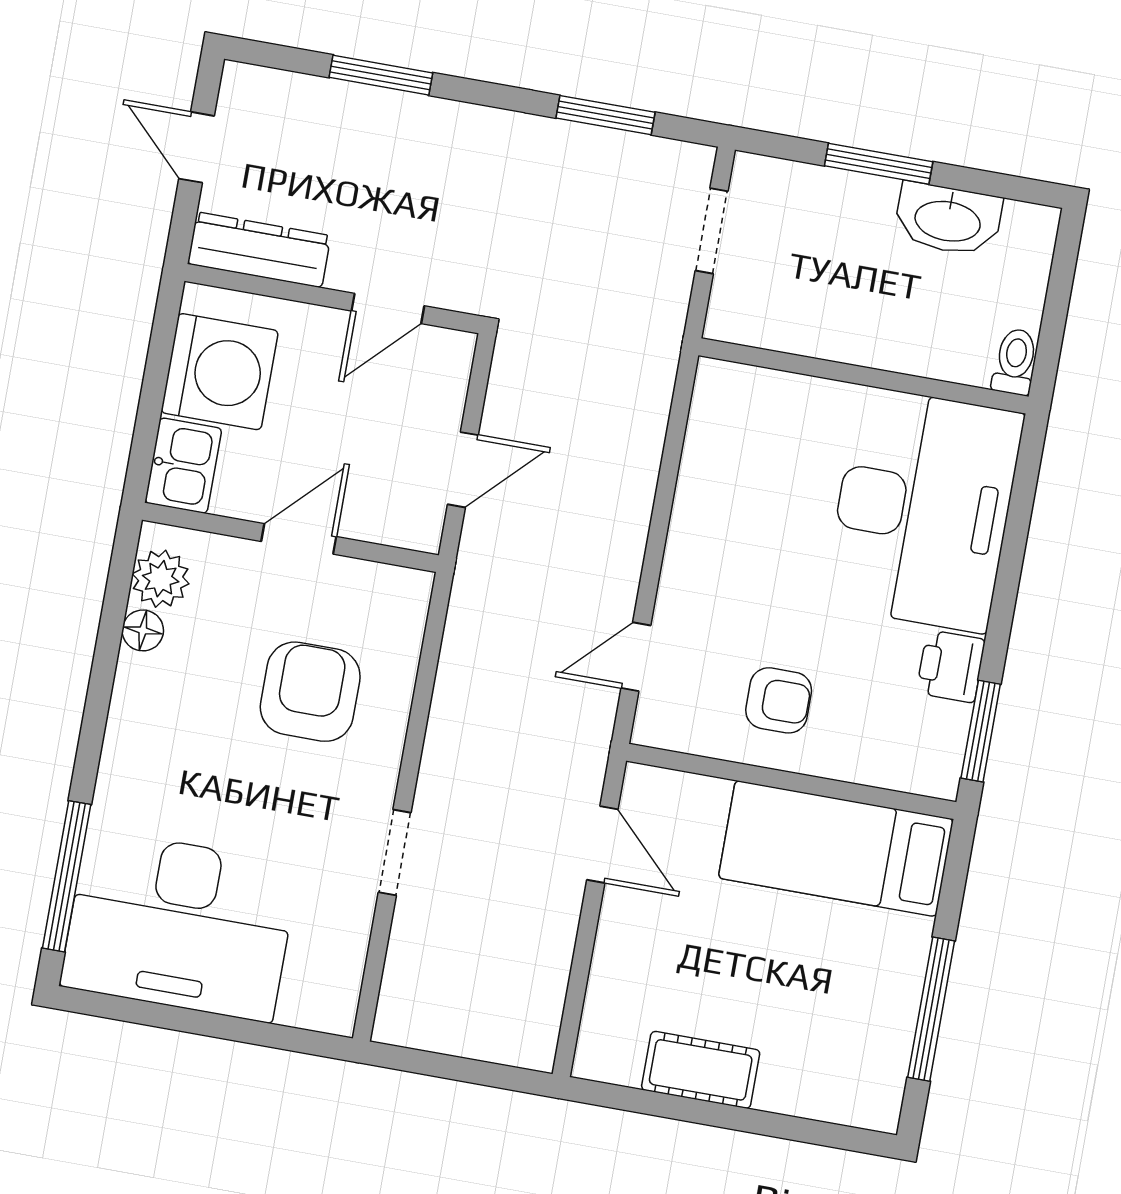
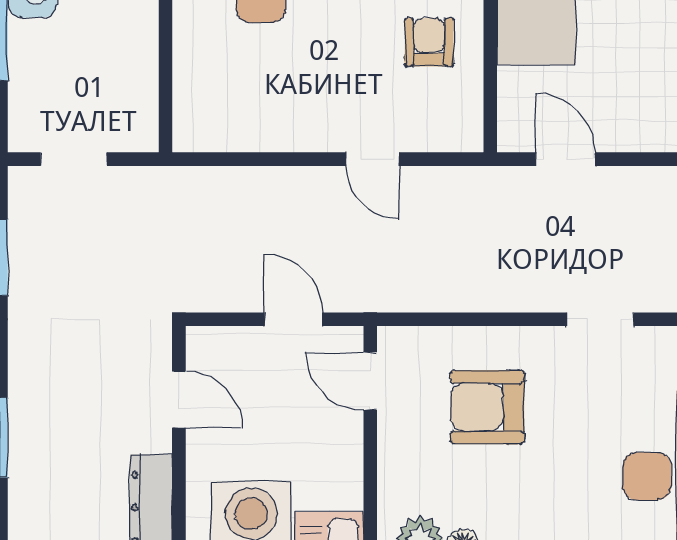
door: (299, 539) -> (370, 381), moved
door: (636, 657) -> (372, 159), moved
door: (602, 844) -> (565, 159), hinge flipped

